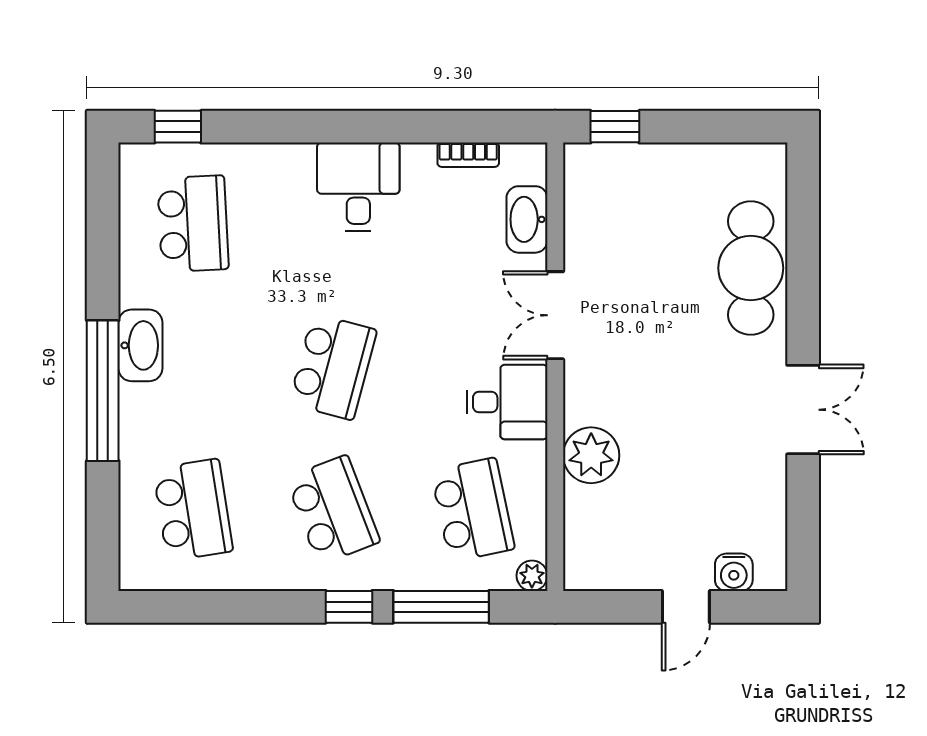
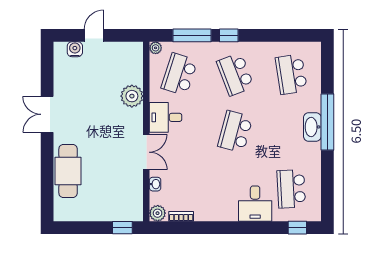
plant: (527, 163) -> (158, 213), added
desk: (358, 187) -> (255, 204), moved
washbasin: (527, 219) -> (155, 184), width x0.52, depth x0.69
washbasin: (140, 345) -> (312, 127), moved
school desk: (473, 510) -> (179, 74), turned 30

